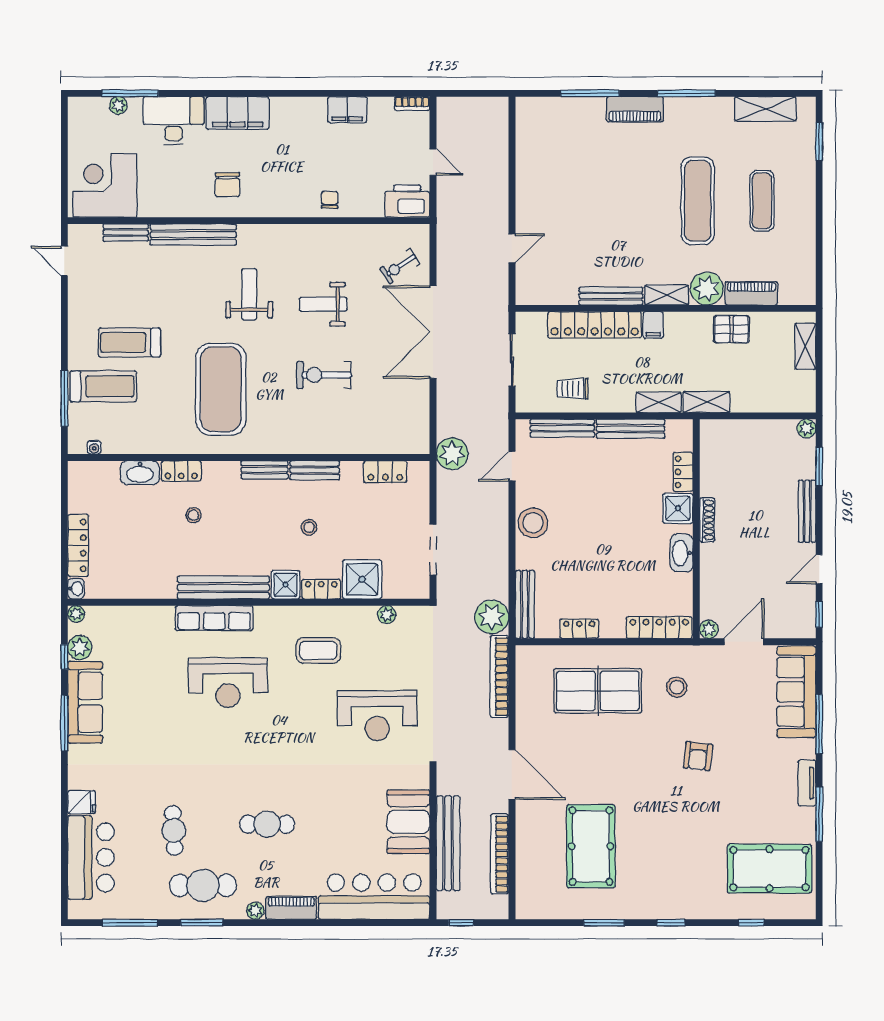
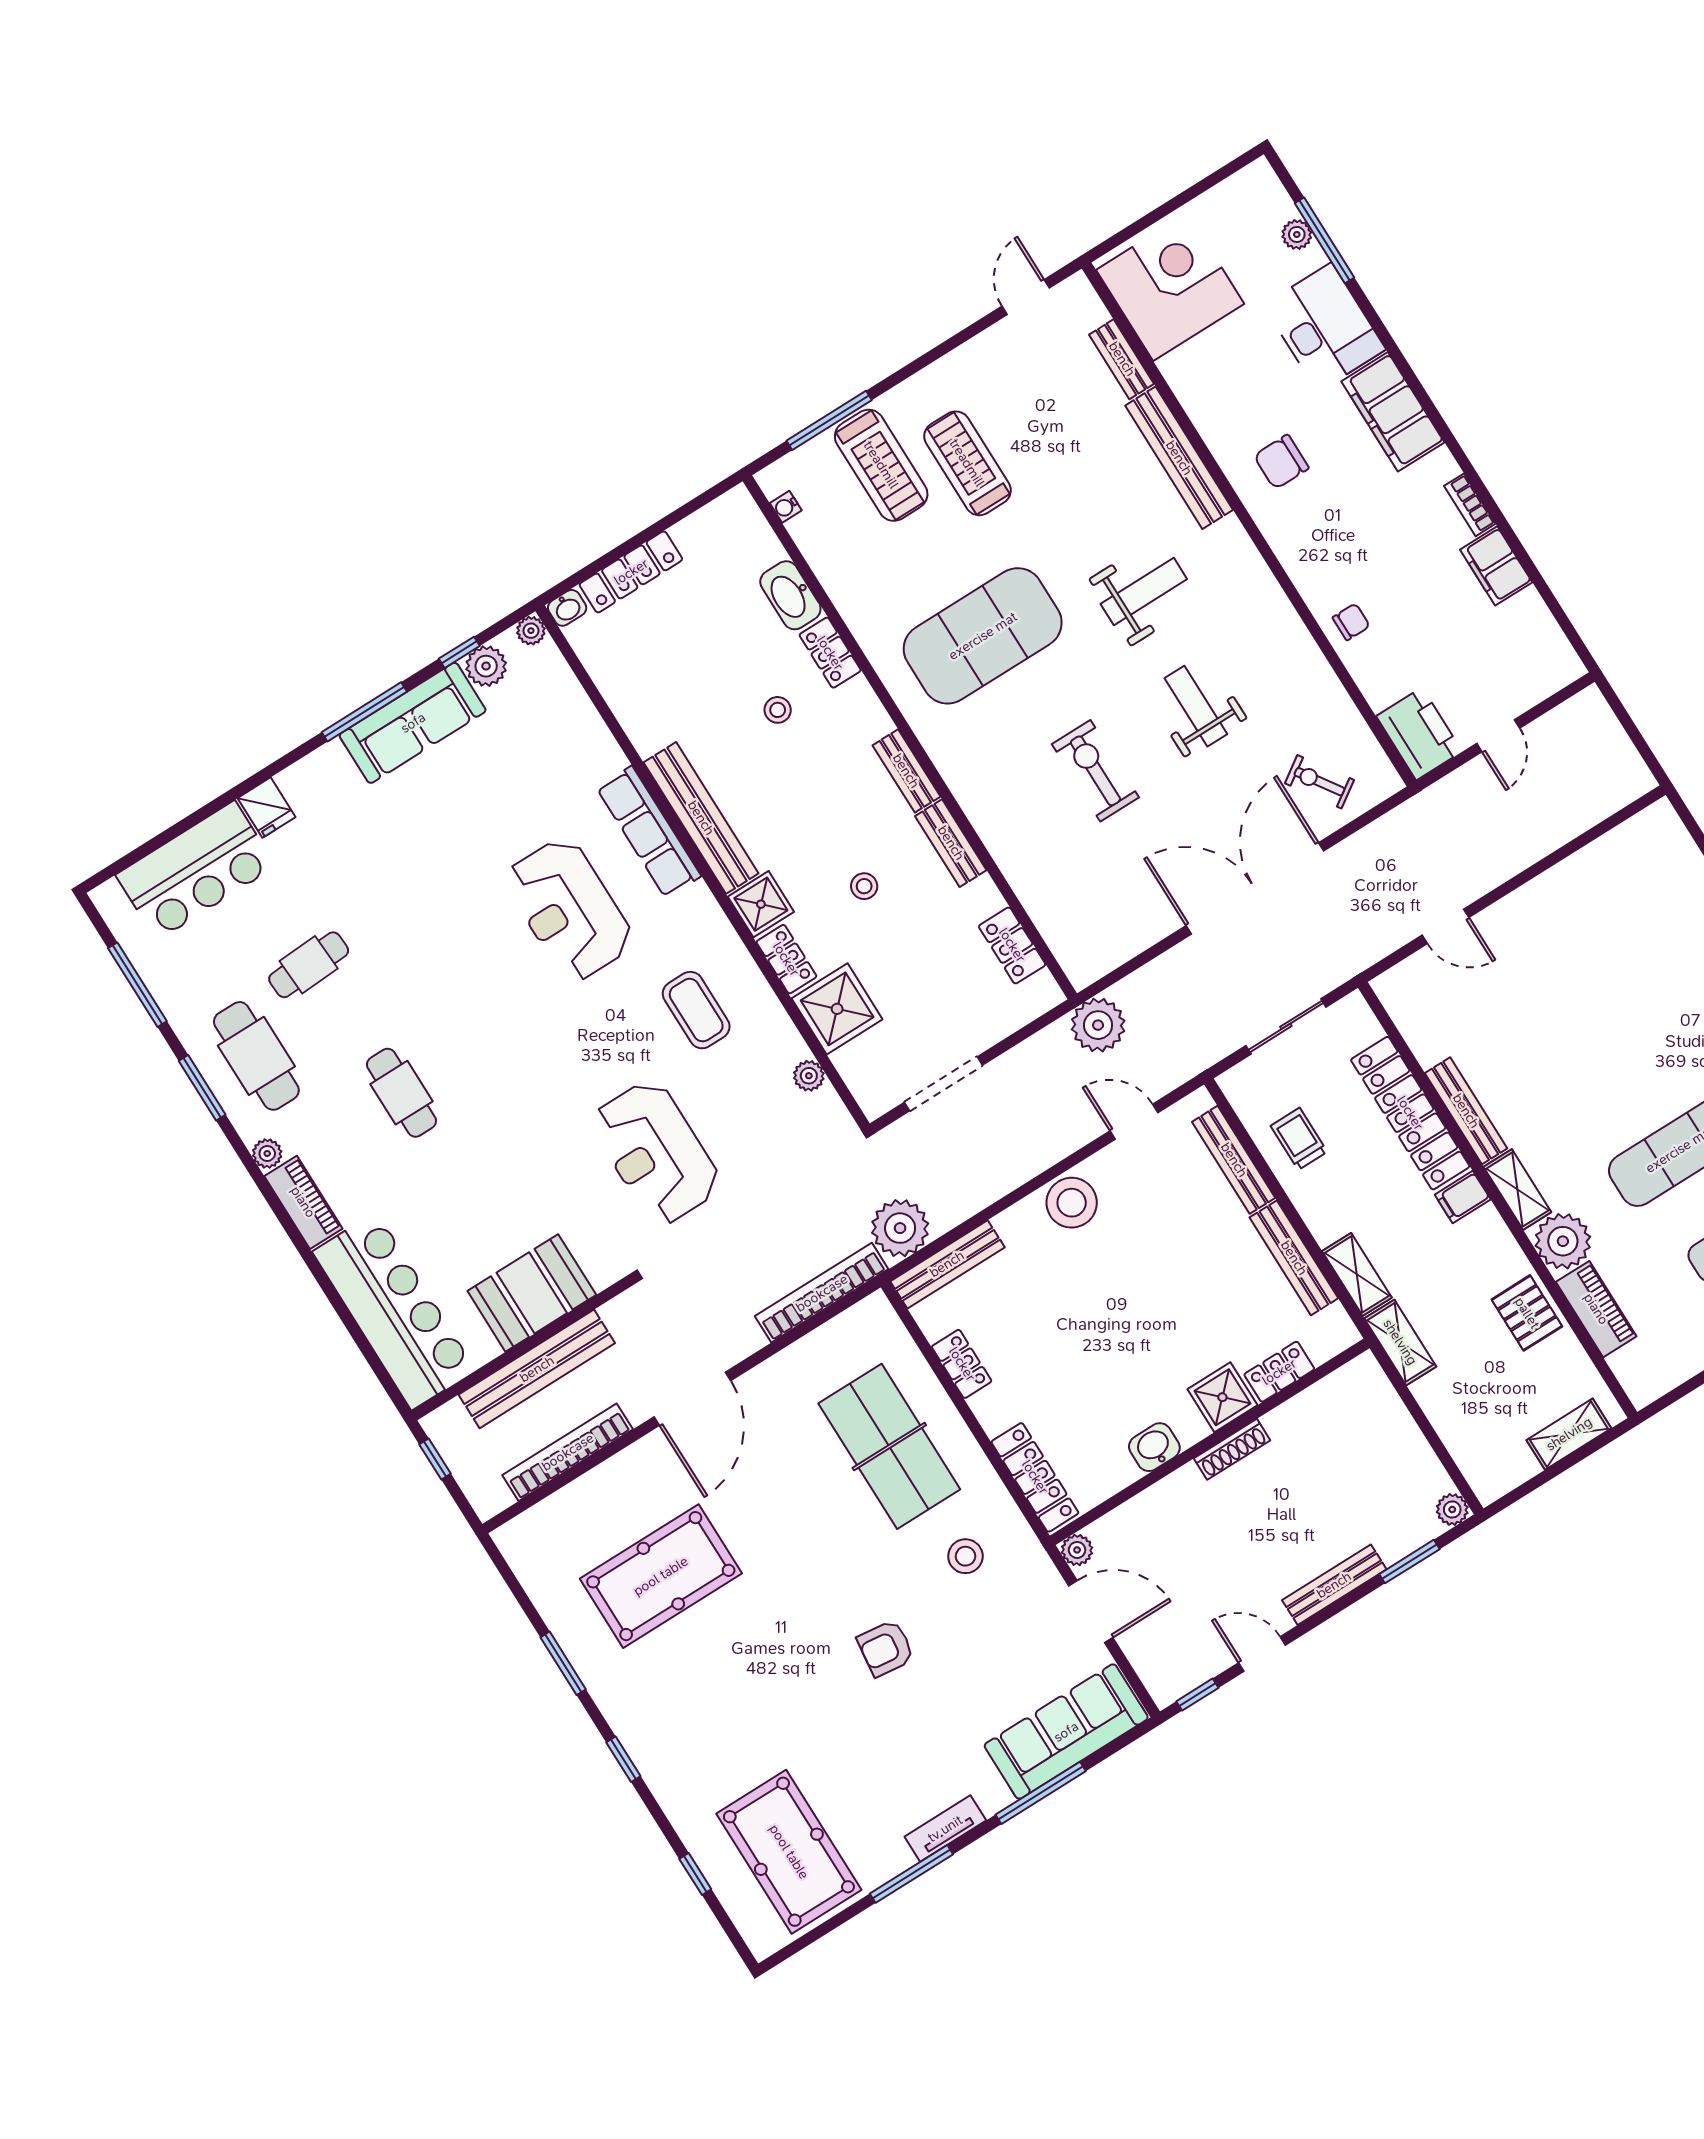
bookcase: (412, 104) -> (1470, 505), moved
washbasin: (682, 553) -> (1154, 1447), width x0.72

